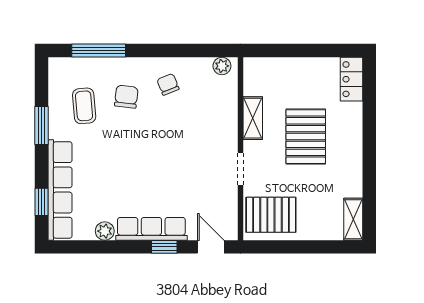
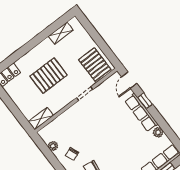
plant: (222, 66) -> (53, 146), moved
shelving: (253, 118) -> (41, 119), moved
shelving: (353, 219) -> (61, 33), moved

